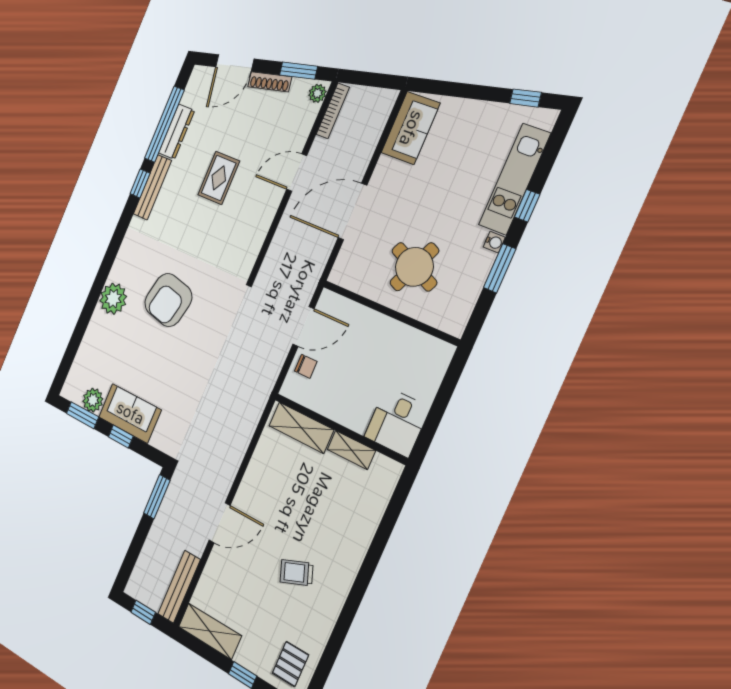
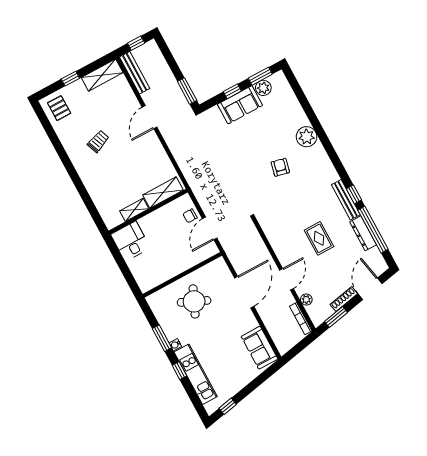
plant: (317, 93) -> (306, 299), moved
armchair: (168, 300) -> (280, 167), width x0.53, depth x0.53

